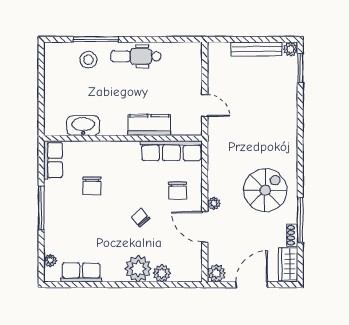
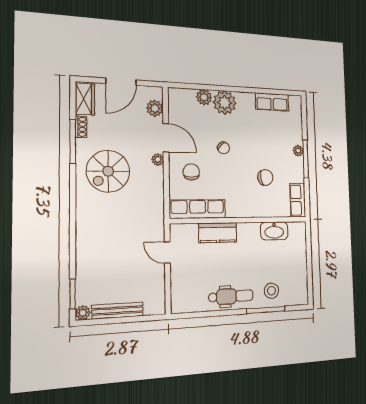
chair: (92, 186) -> (265, 177), turned 80
plant: (50, 261) -> (298, 151), moved
plant: (216, 273) -> (155, 108), moved

